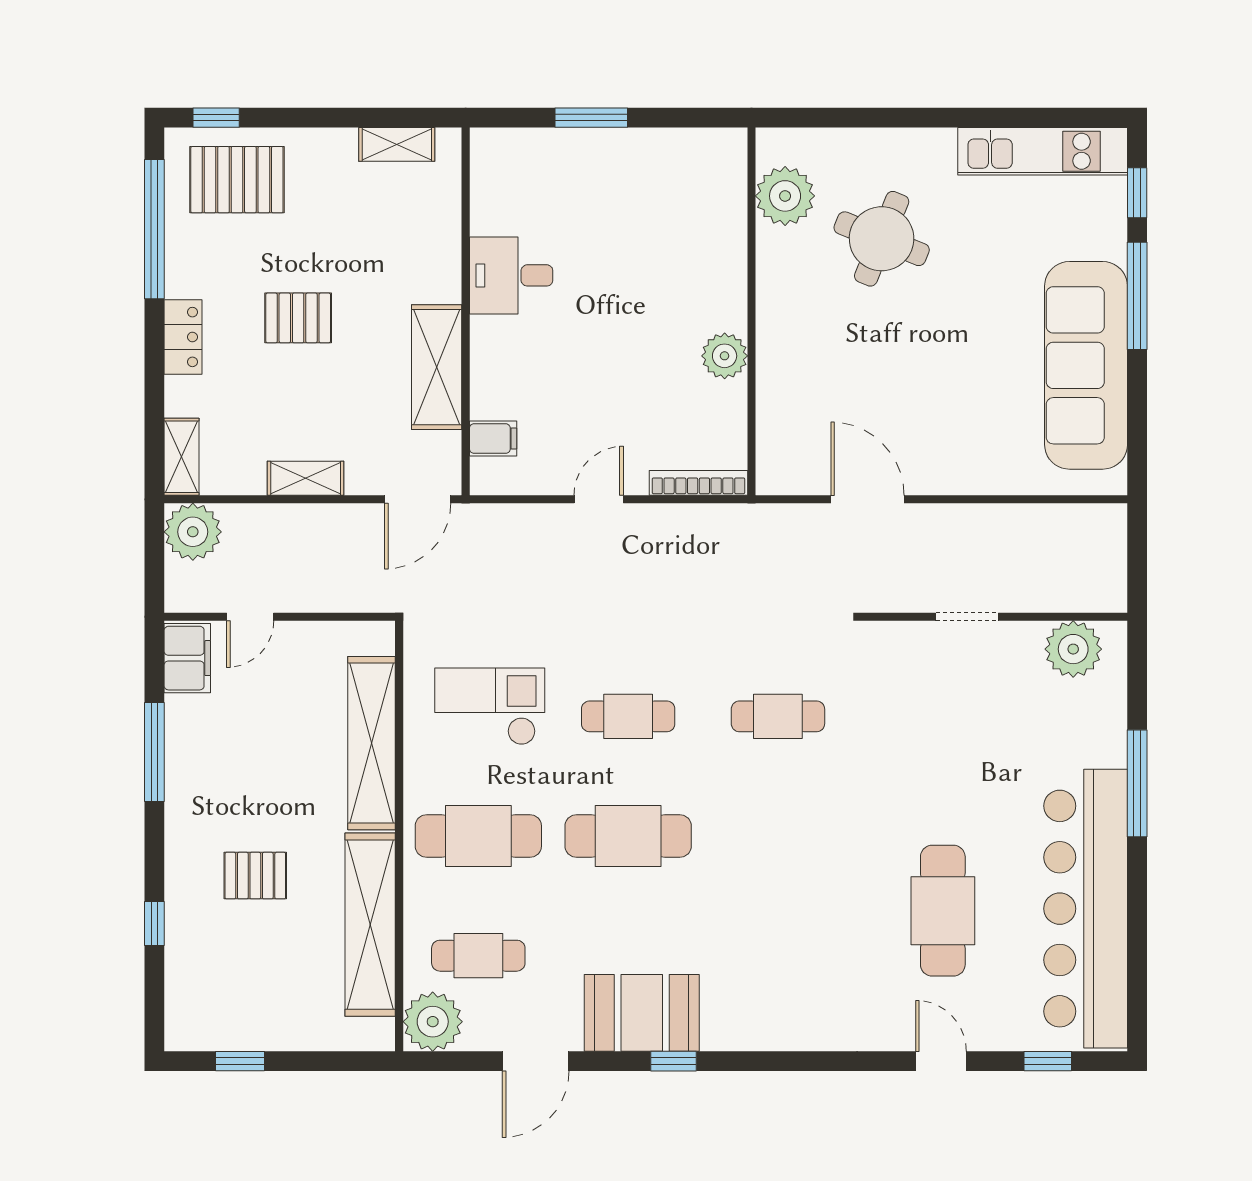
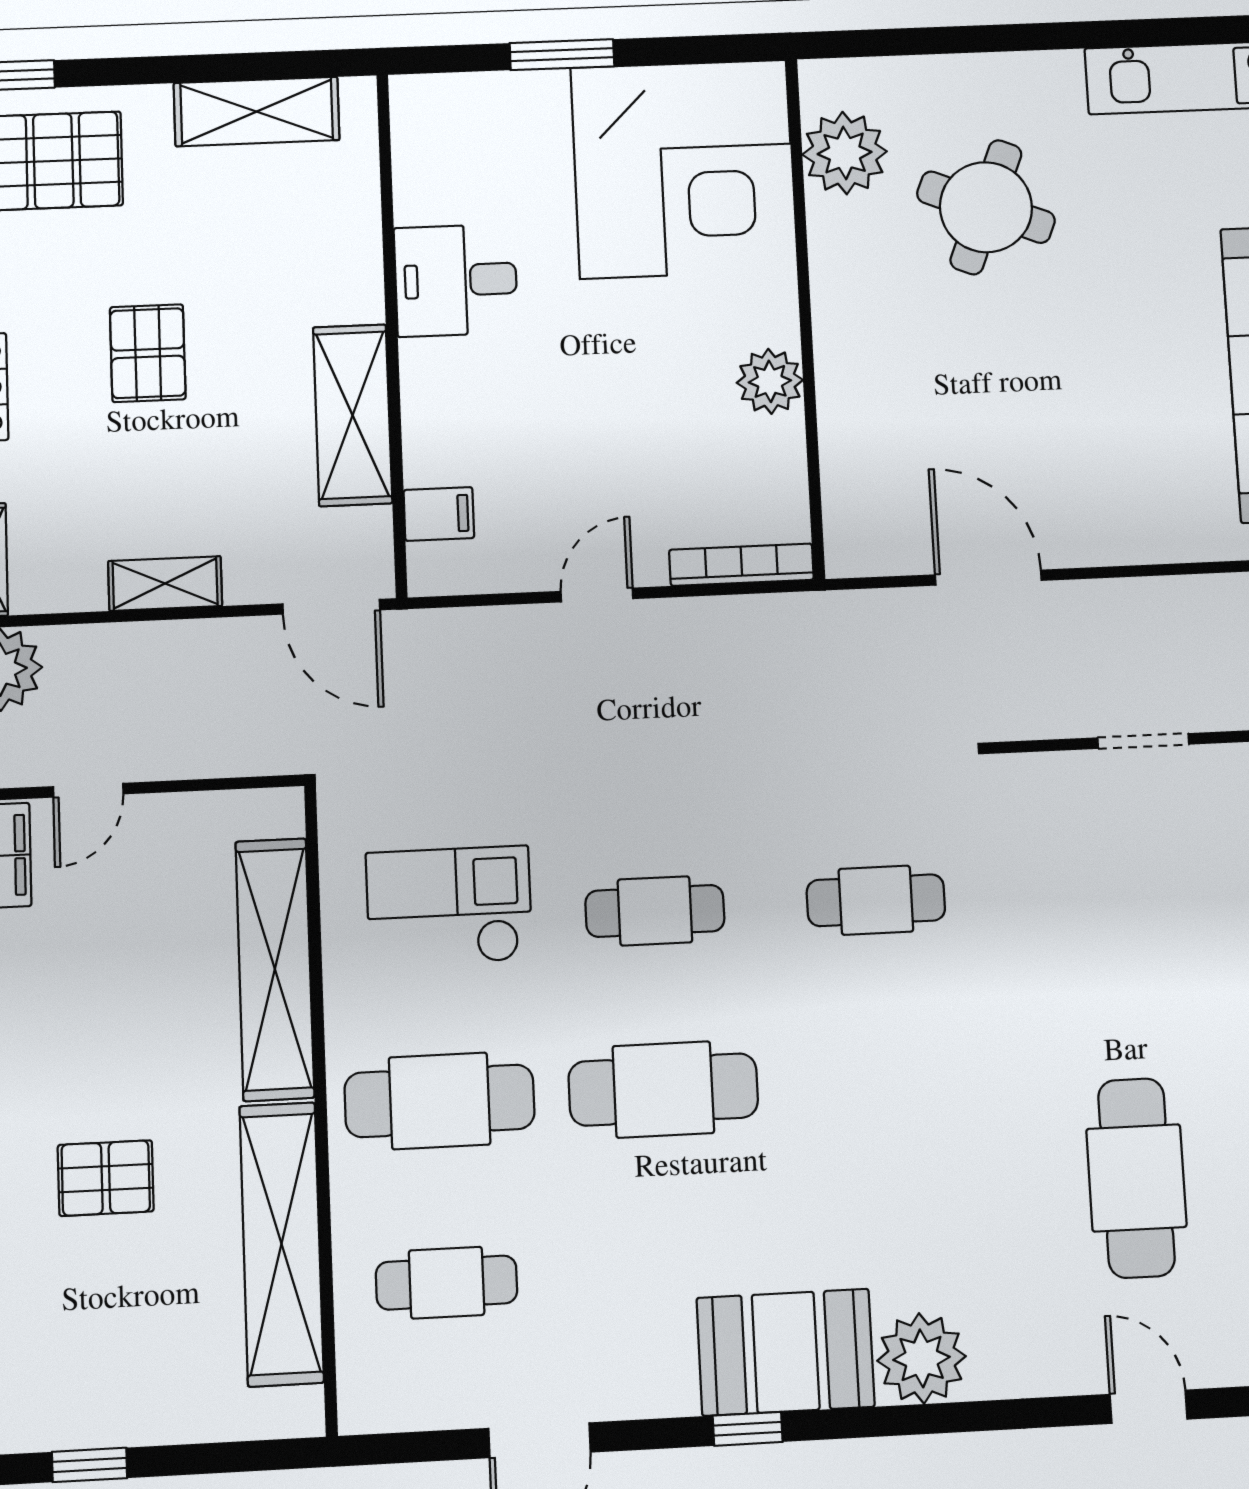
shelving: (397, 144) -> (257, 112), width x1.50, depth x1.33
corner desk: (672, 203) -> (683, 169), added
pallet: (298, 318) -> (148, 353), turned 90
door: (418, 499) -> (331, 607), hinge flipped
booth: (642, 1013) -> (786, 1352), moved
plant: (433, 1022) -> (922, 1358), moved

